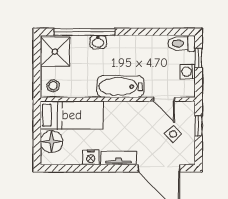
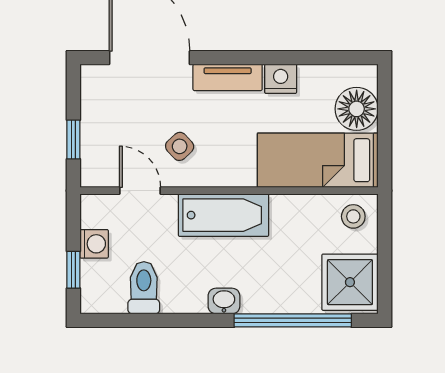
washbasin: (98, 42) -> (224, 301), moved
toilet: (182, 43) -> (144, 288), moved, turned -90
side table: (173, 134) -> (180, 146), moved

